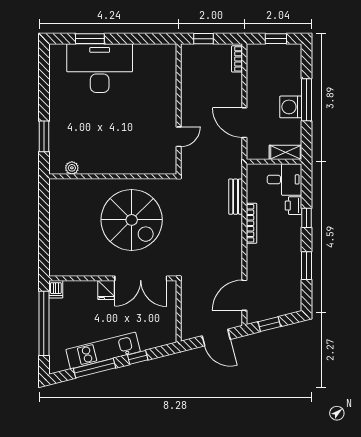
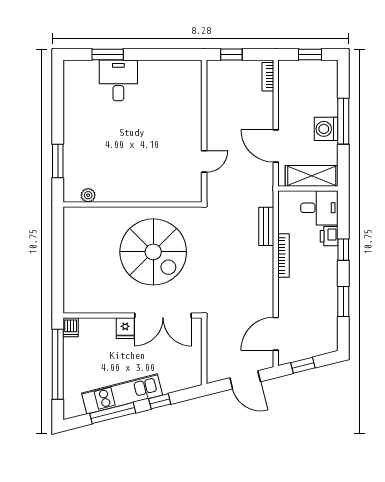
desk: (100, 68) -> (118, 80), width x0.53, depth x0.77
shelving: (285, 152) -> (312, 176), width x1.50, depth x1.33

